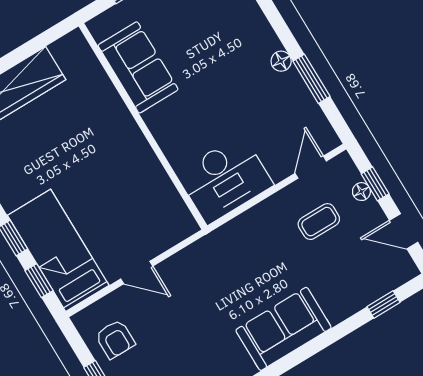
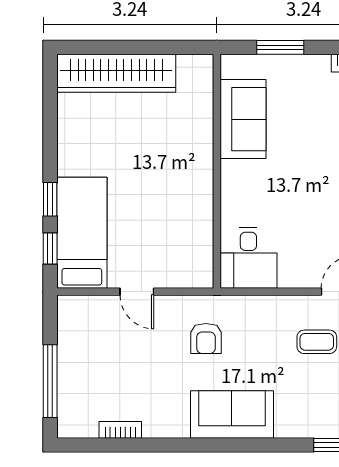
desk: (225, 179) -> (248, 258), width x0.73
armchair: (115, 339) -> (206, 339), moved

